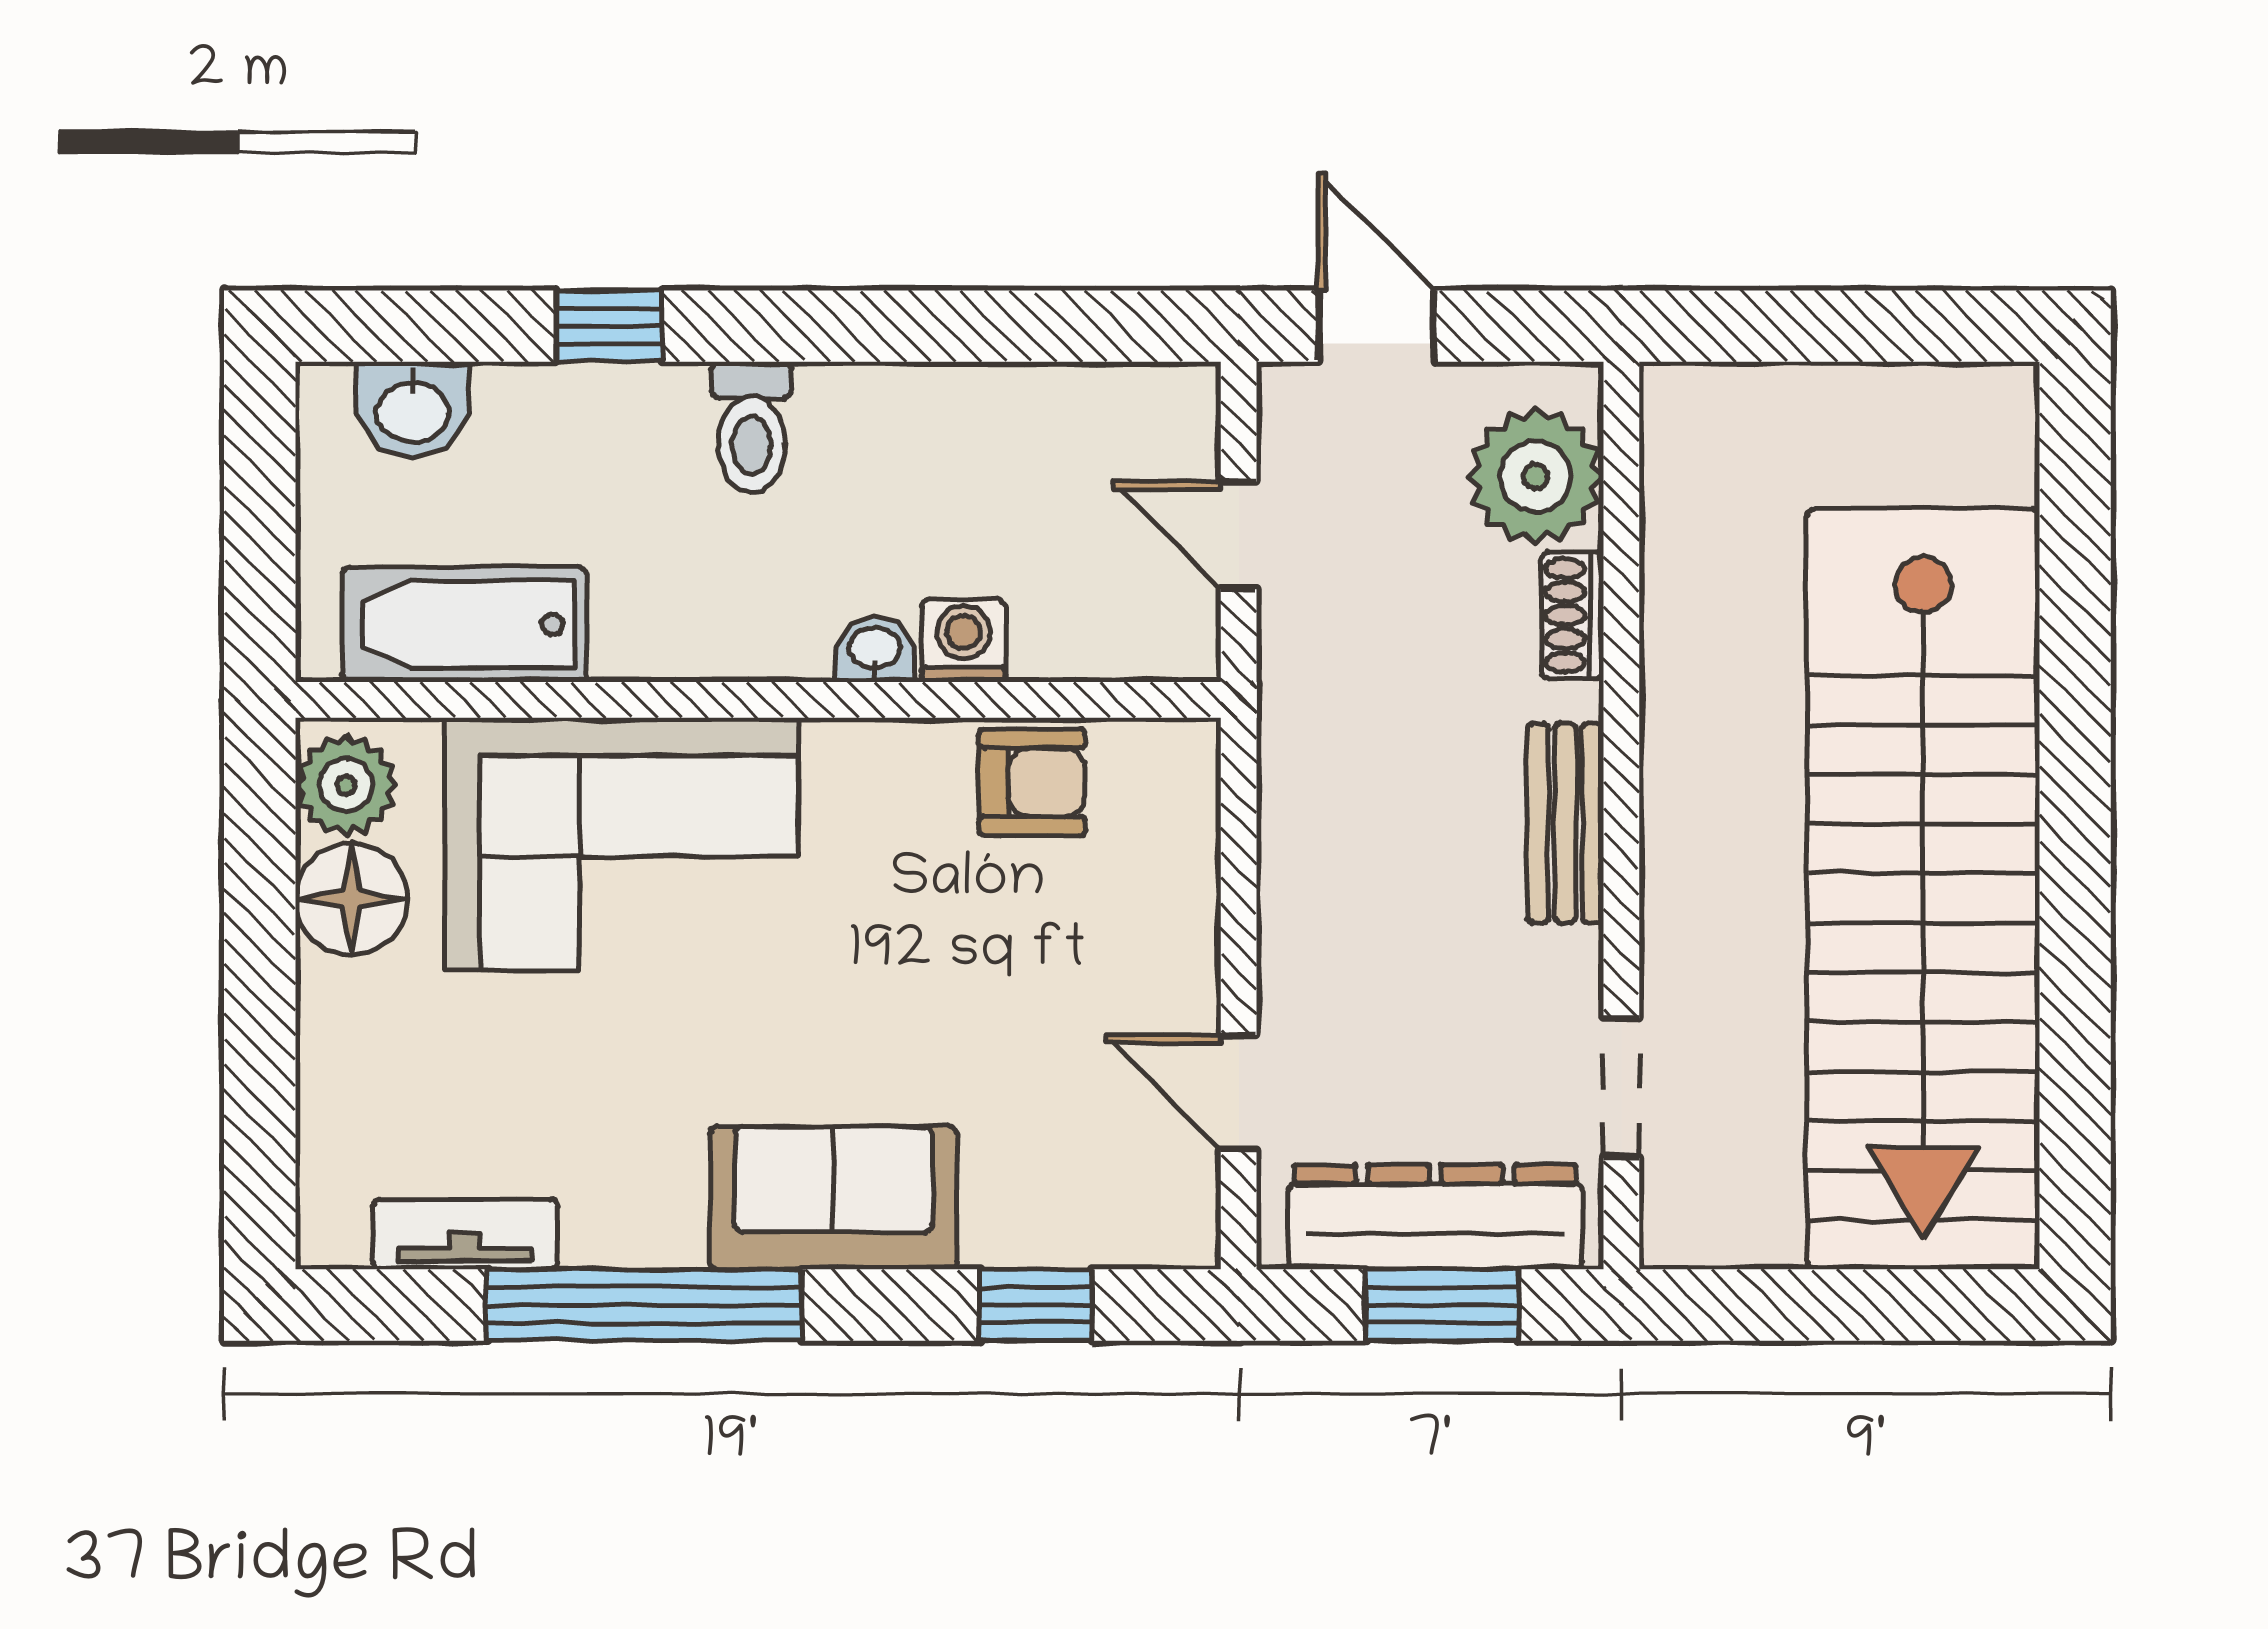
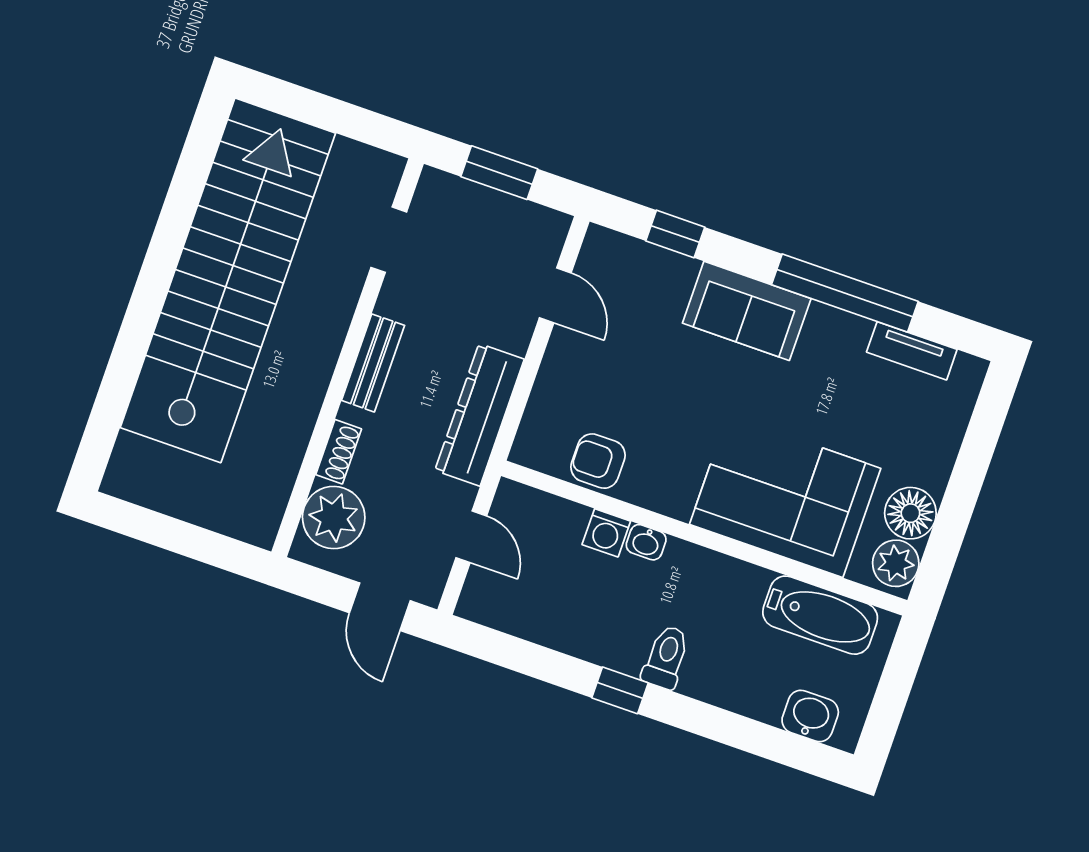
window: (609, 326) -> (620, 690), moved
dresser: (1435, 1217) -> (480, 415), moved, turned 90

